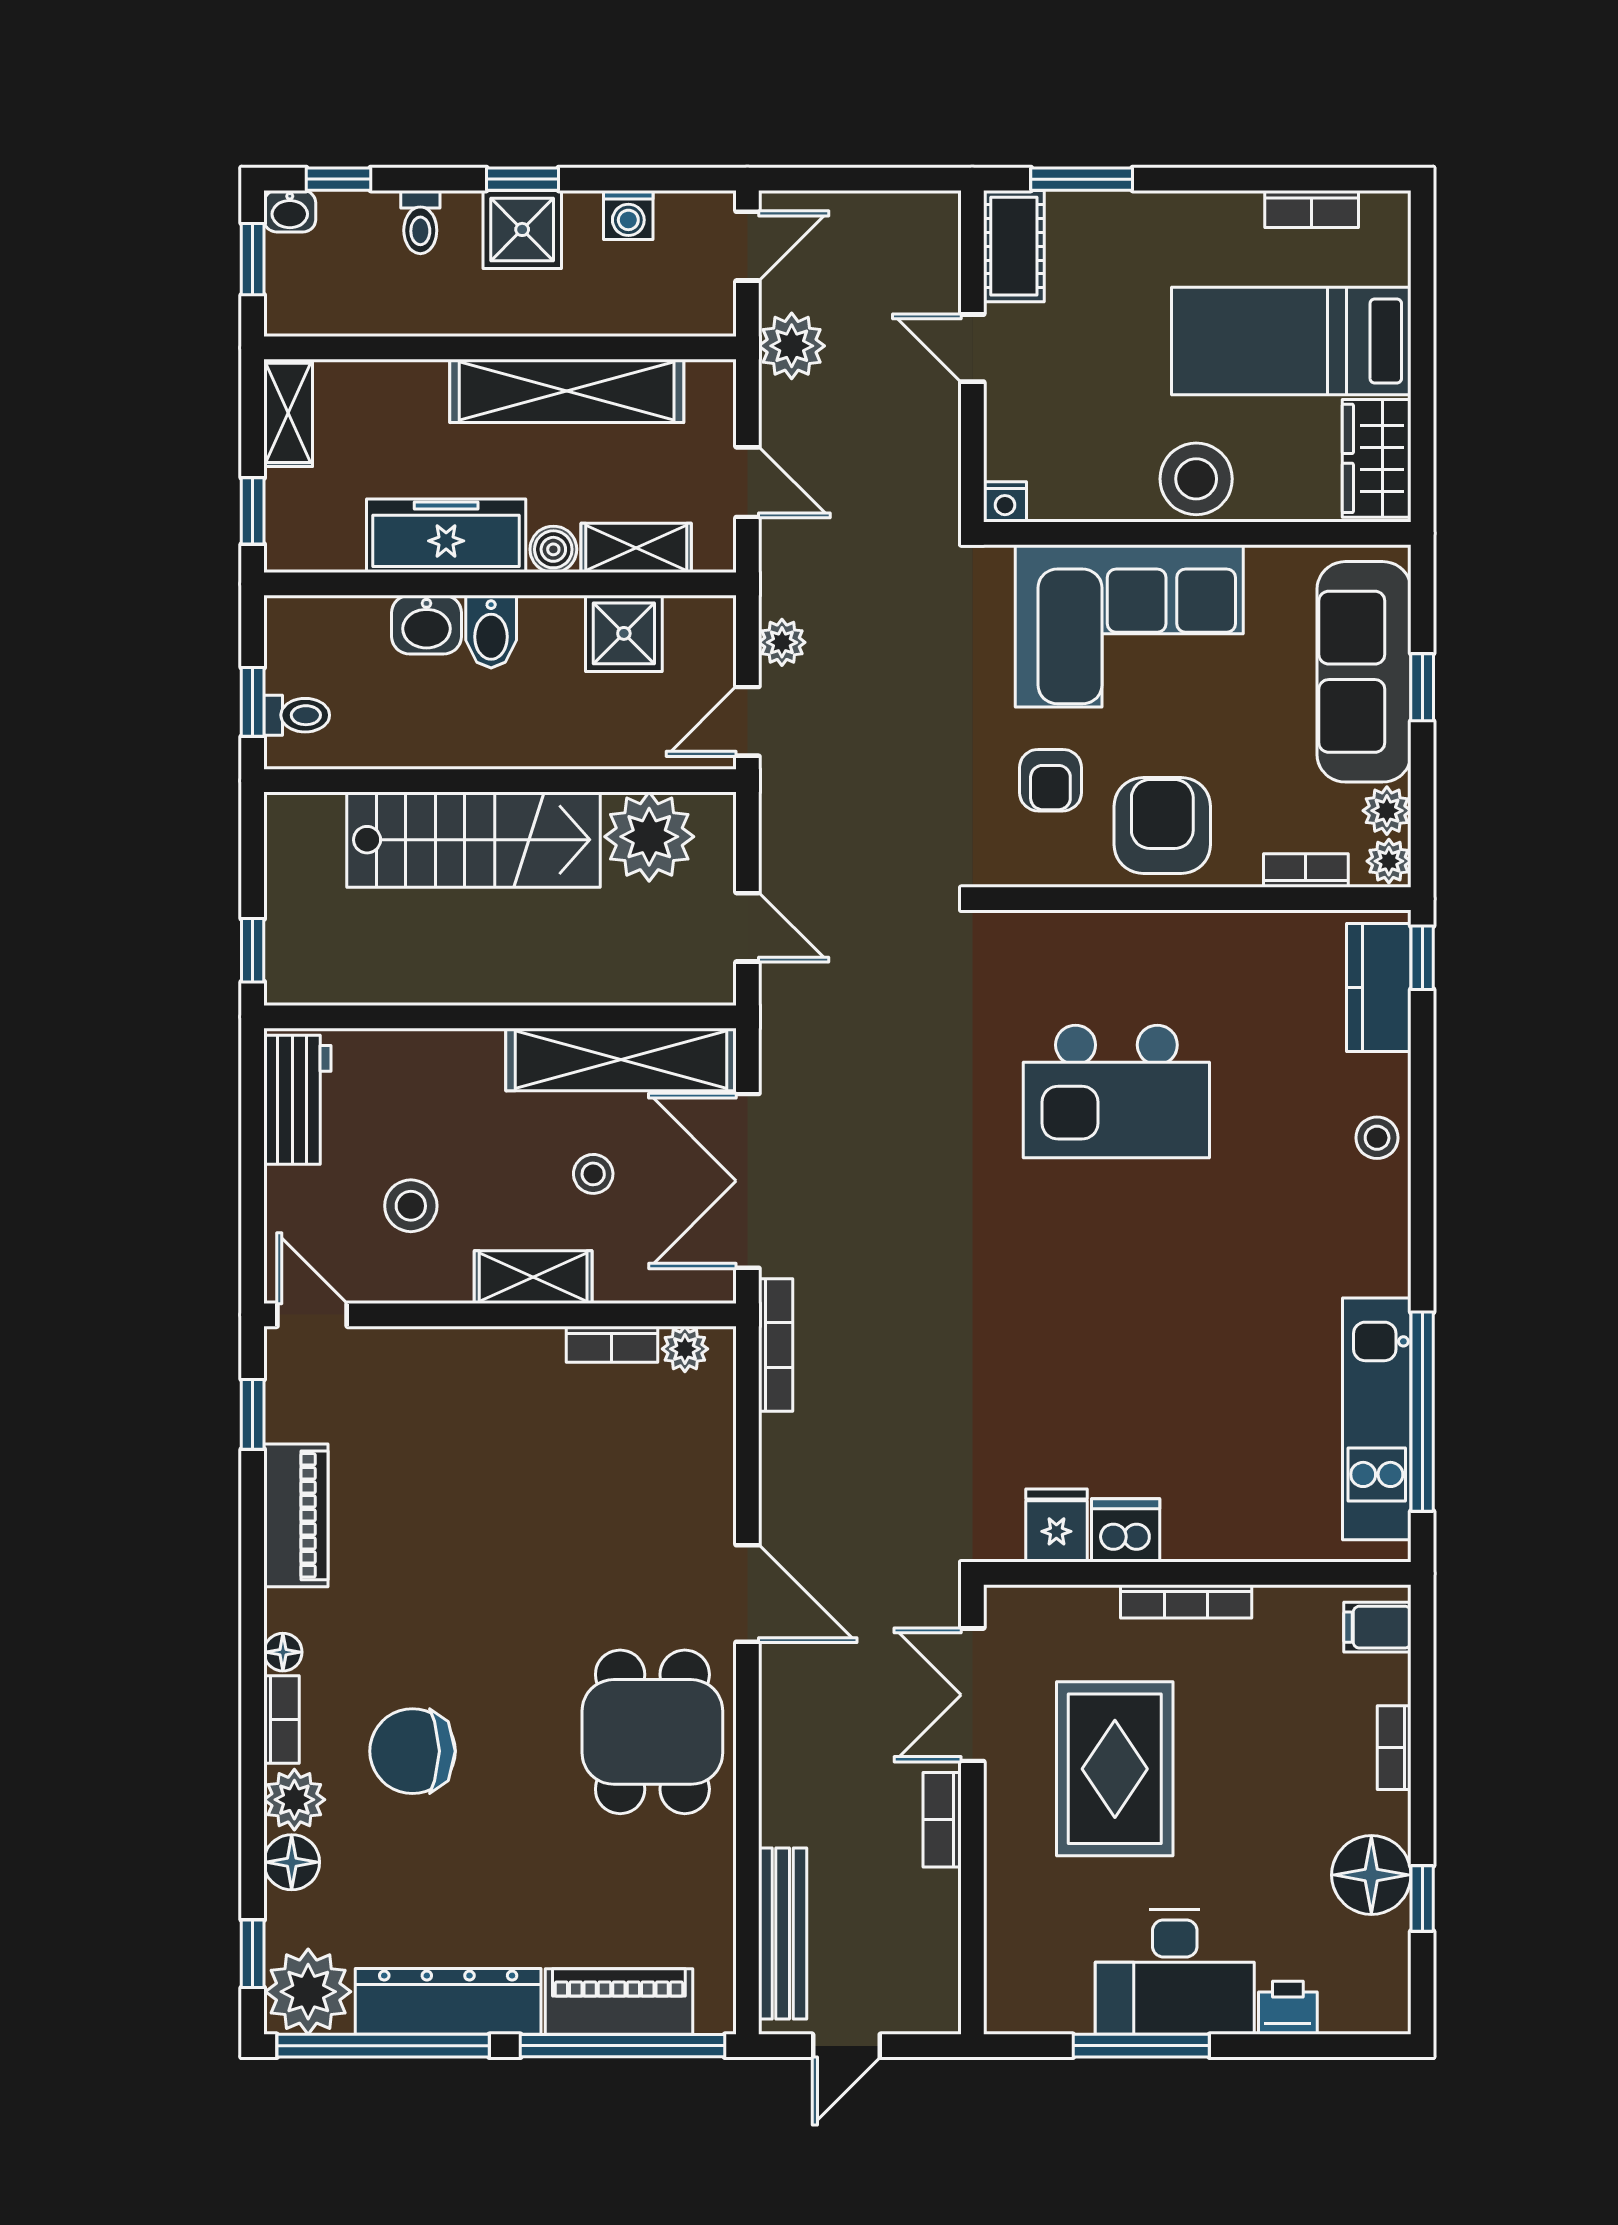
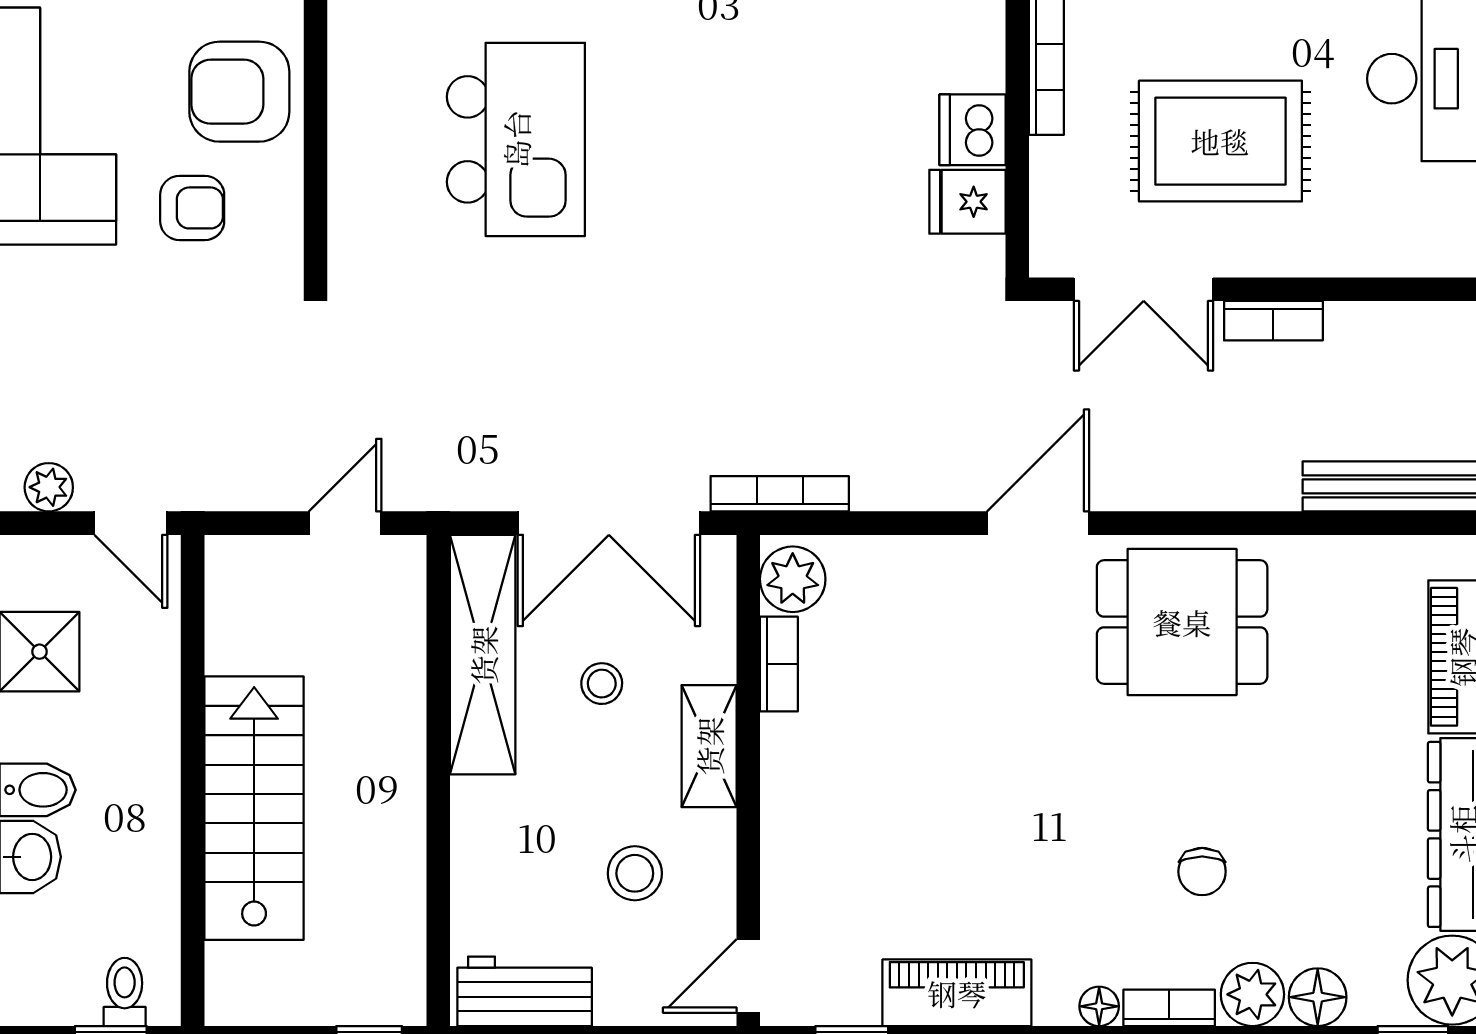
plant: (649, 837) -> (251, 625), removed
plant: (685, 1349) -> (793, 579), width x1.38, depth x1.38
chair: (412, 1751) -> (1202, 872), width x0.54, depth x0.54

